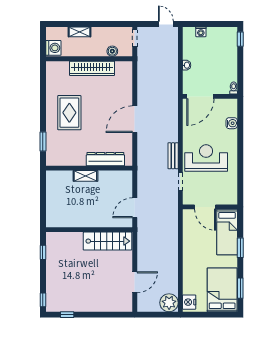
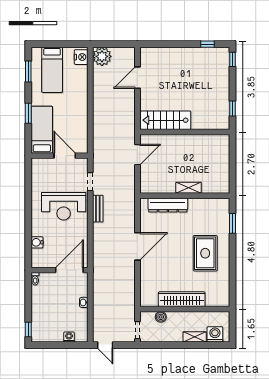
washing machine: (53, 48) -> (215, 334), moved, turned 90
bed: (222, 290) -> (52, 70), width x0.67

